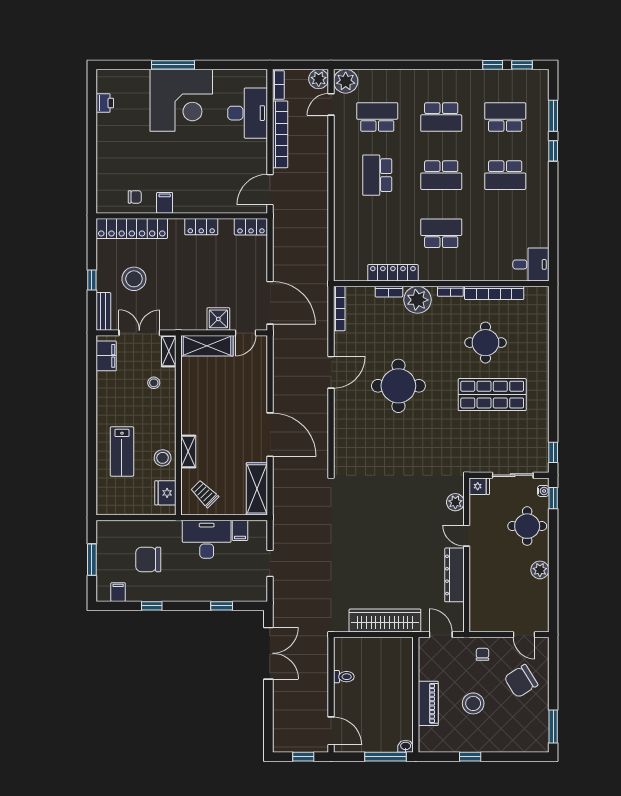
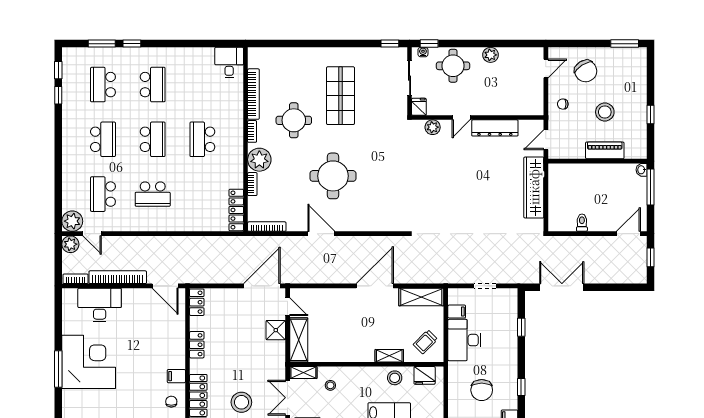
locker: (393, 273) -> (236, 210), moved
round table: (485, 343) -> (294, 120), moved

